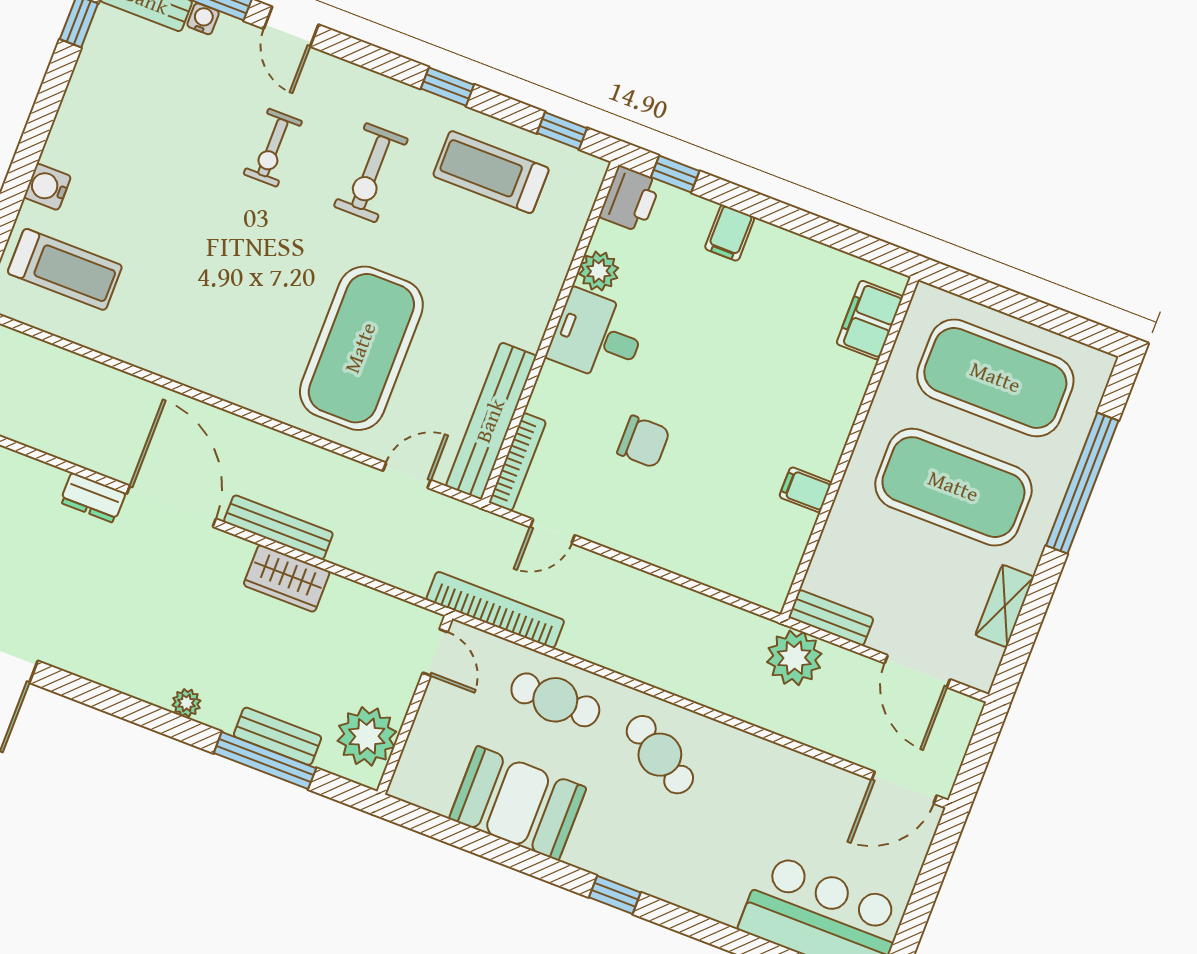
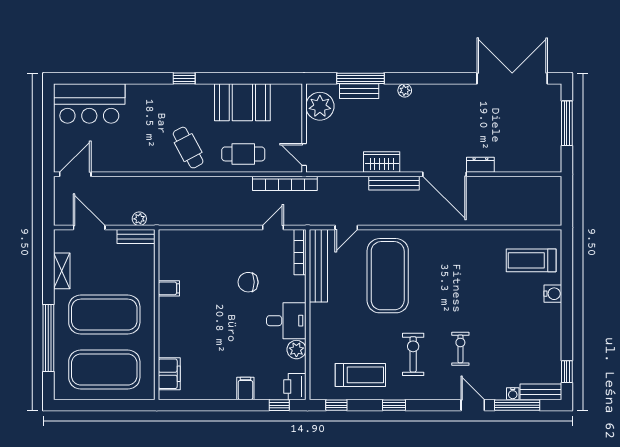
plant: (794, 658) -> (139, 219), width x0.53, depth x0.53
cafe table: (660, 755) -> (188, 148), turned 30

